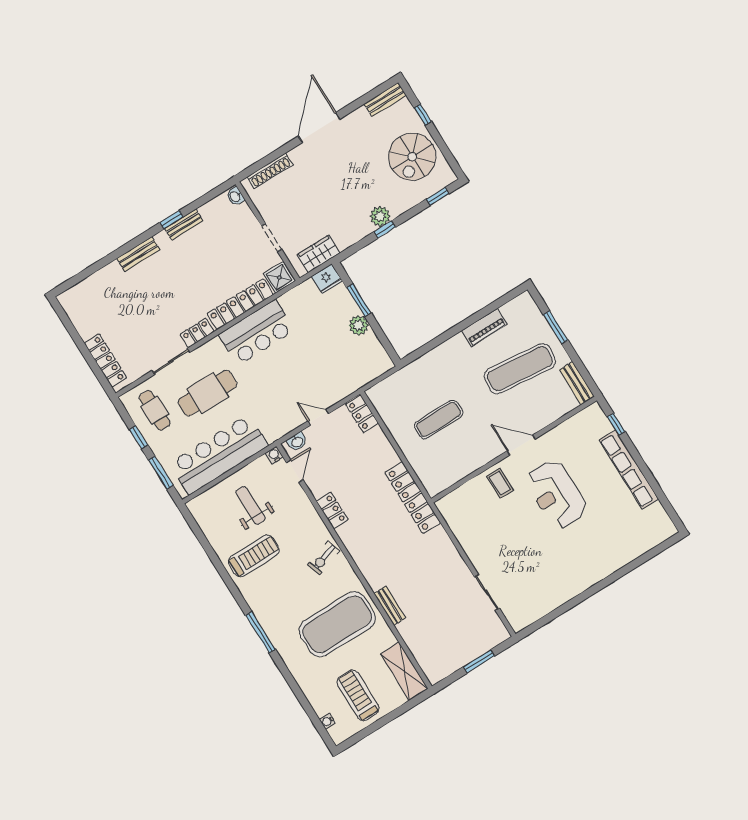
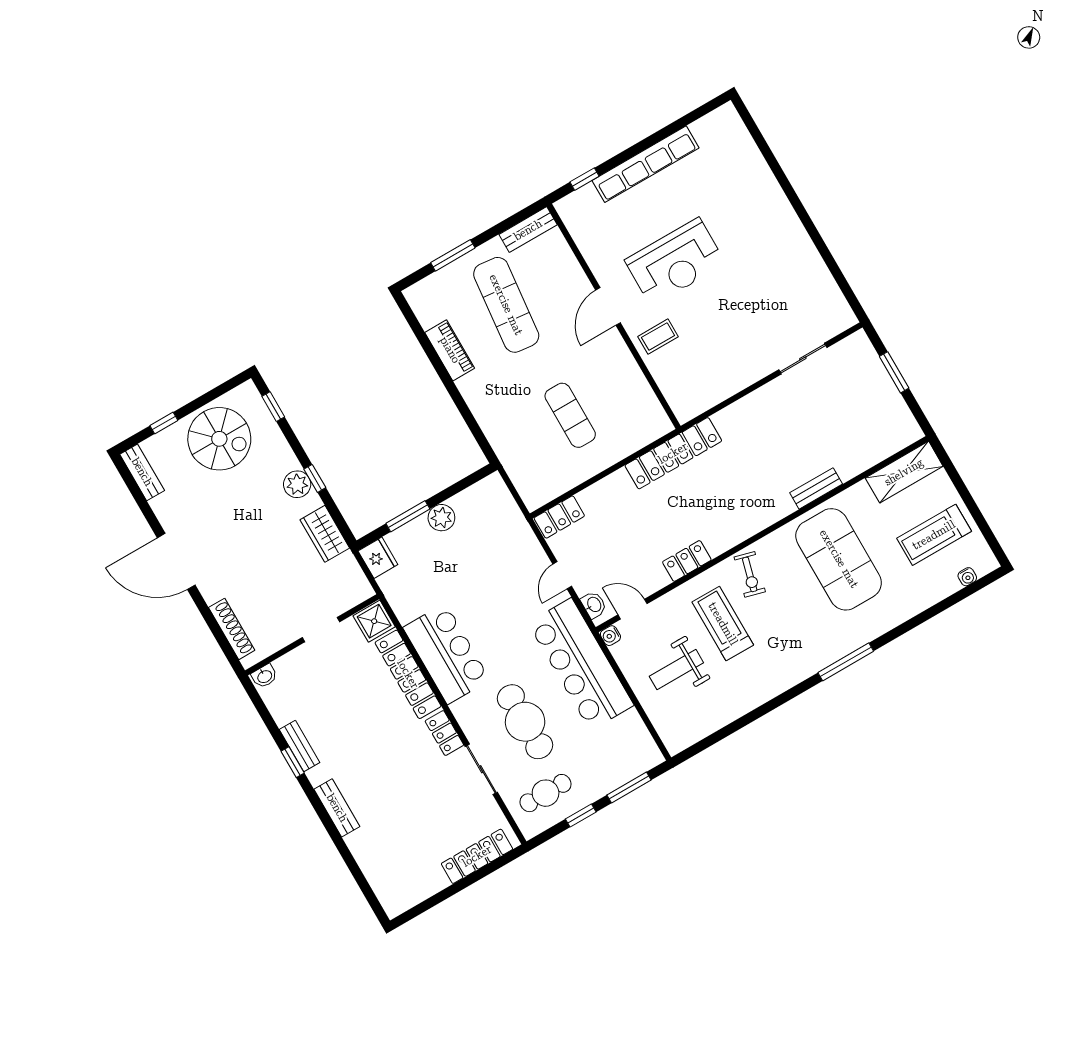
wardrobe: (318, 254) -> (325, 534), moved
bar counter: (219, 454) -> (581, 664), moved
treadmill: (254, 556) -> (723, 624), moved
exercise bike: (324, 558) -> (750, 574), turned 33

